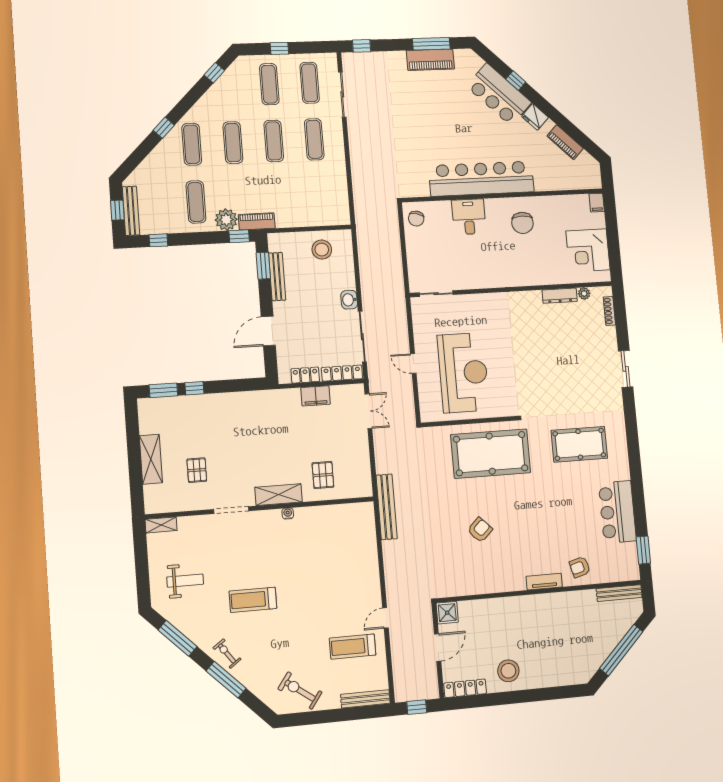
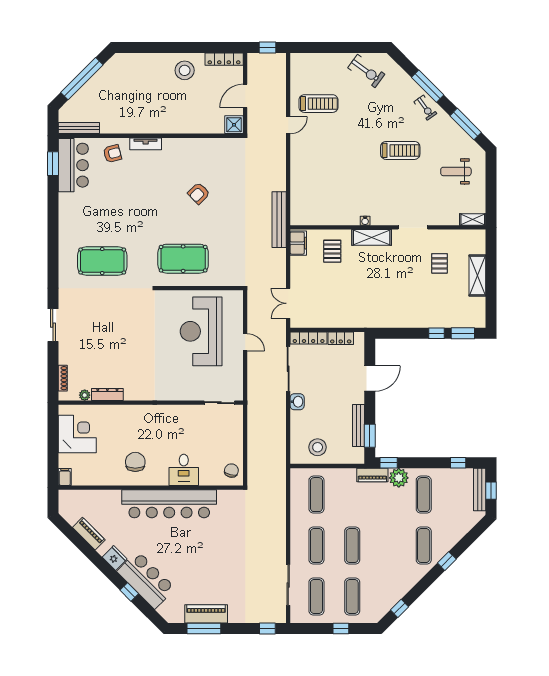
exercise mat: (233, 143) -> (316, 495), moved
filing cabinet: (316, 396) -> (298, 243), moved, turned 90
pool table: (491, 454) -> (183, 259), width x0.73, depth x0.76
bar counter: (617, 512) -> (73, 165), moved
bench: (365, 699) -> (311, 59), removed

